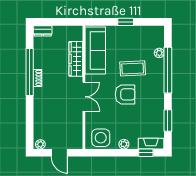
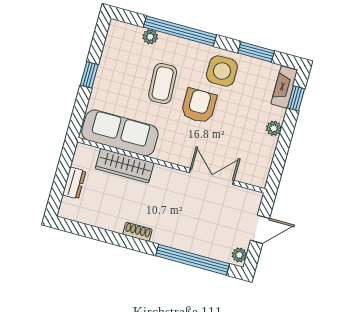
dresser: (43, 31) -> (74, 183), moved
window: (30, 72) -> (193, 260), moved
double door: (84, 97) -> (212, 176), moved
side table: (101, 138) -> (222, 71), moved

